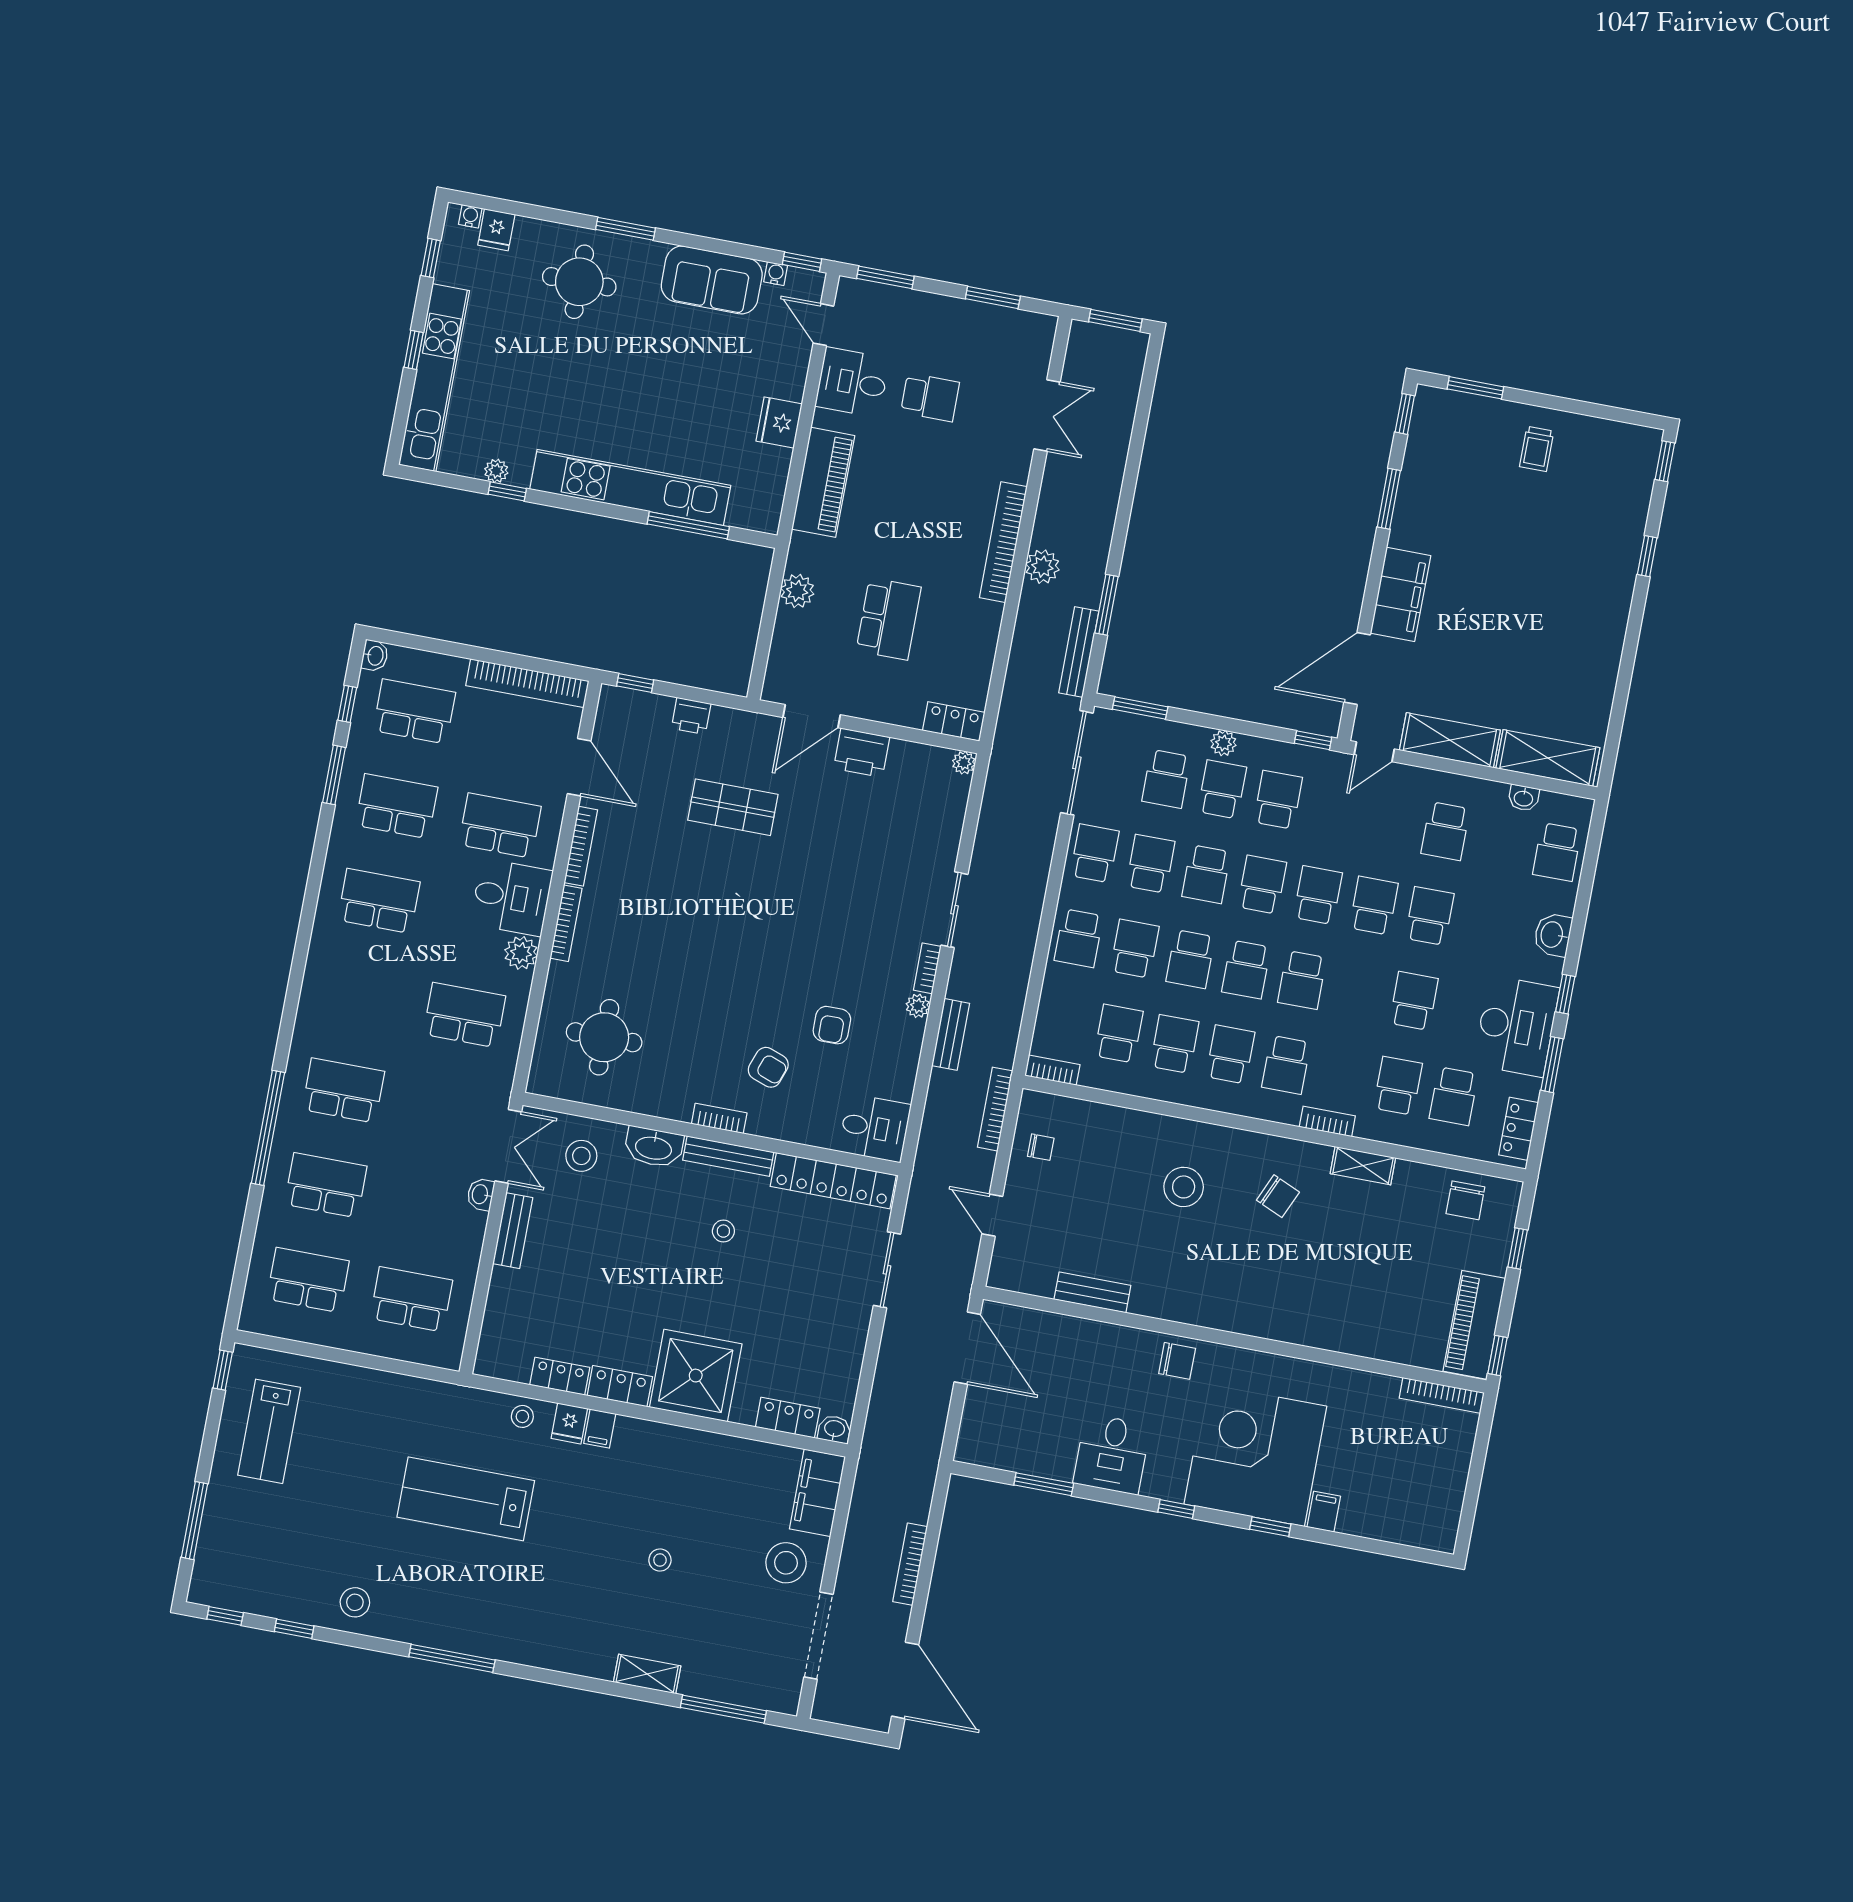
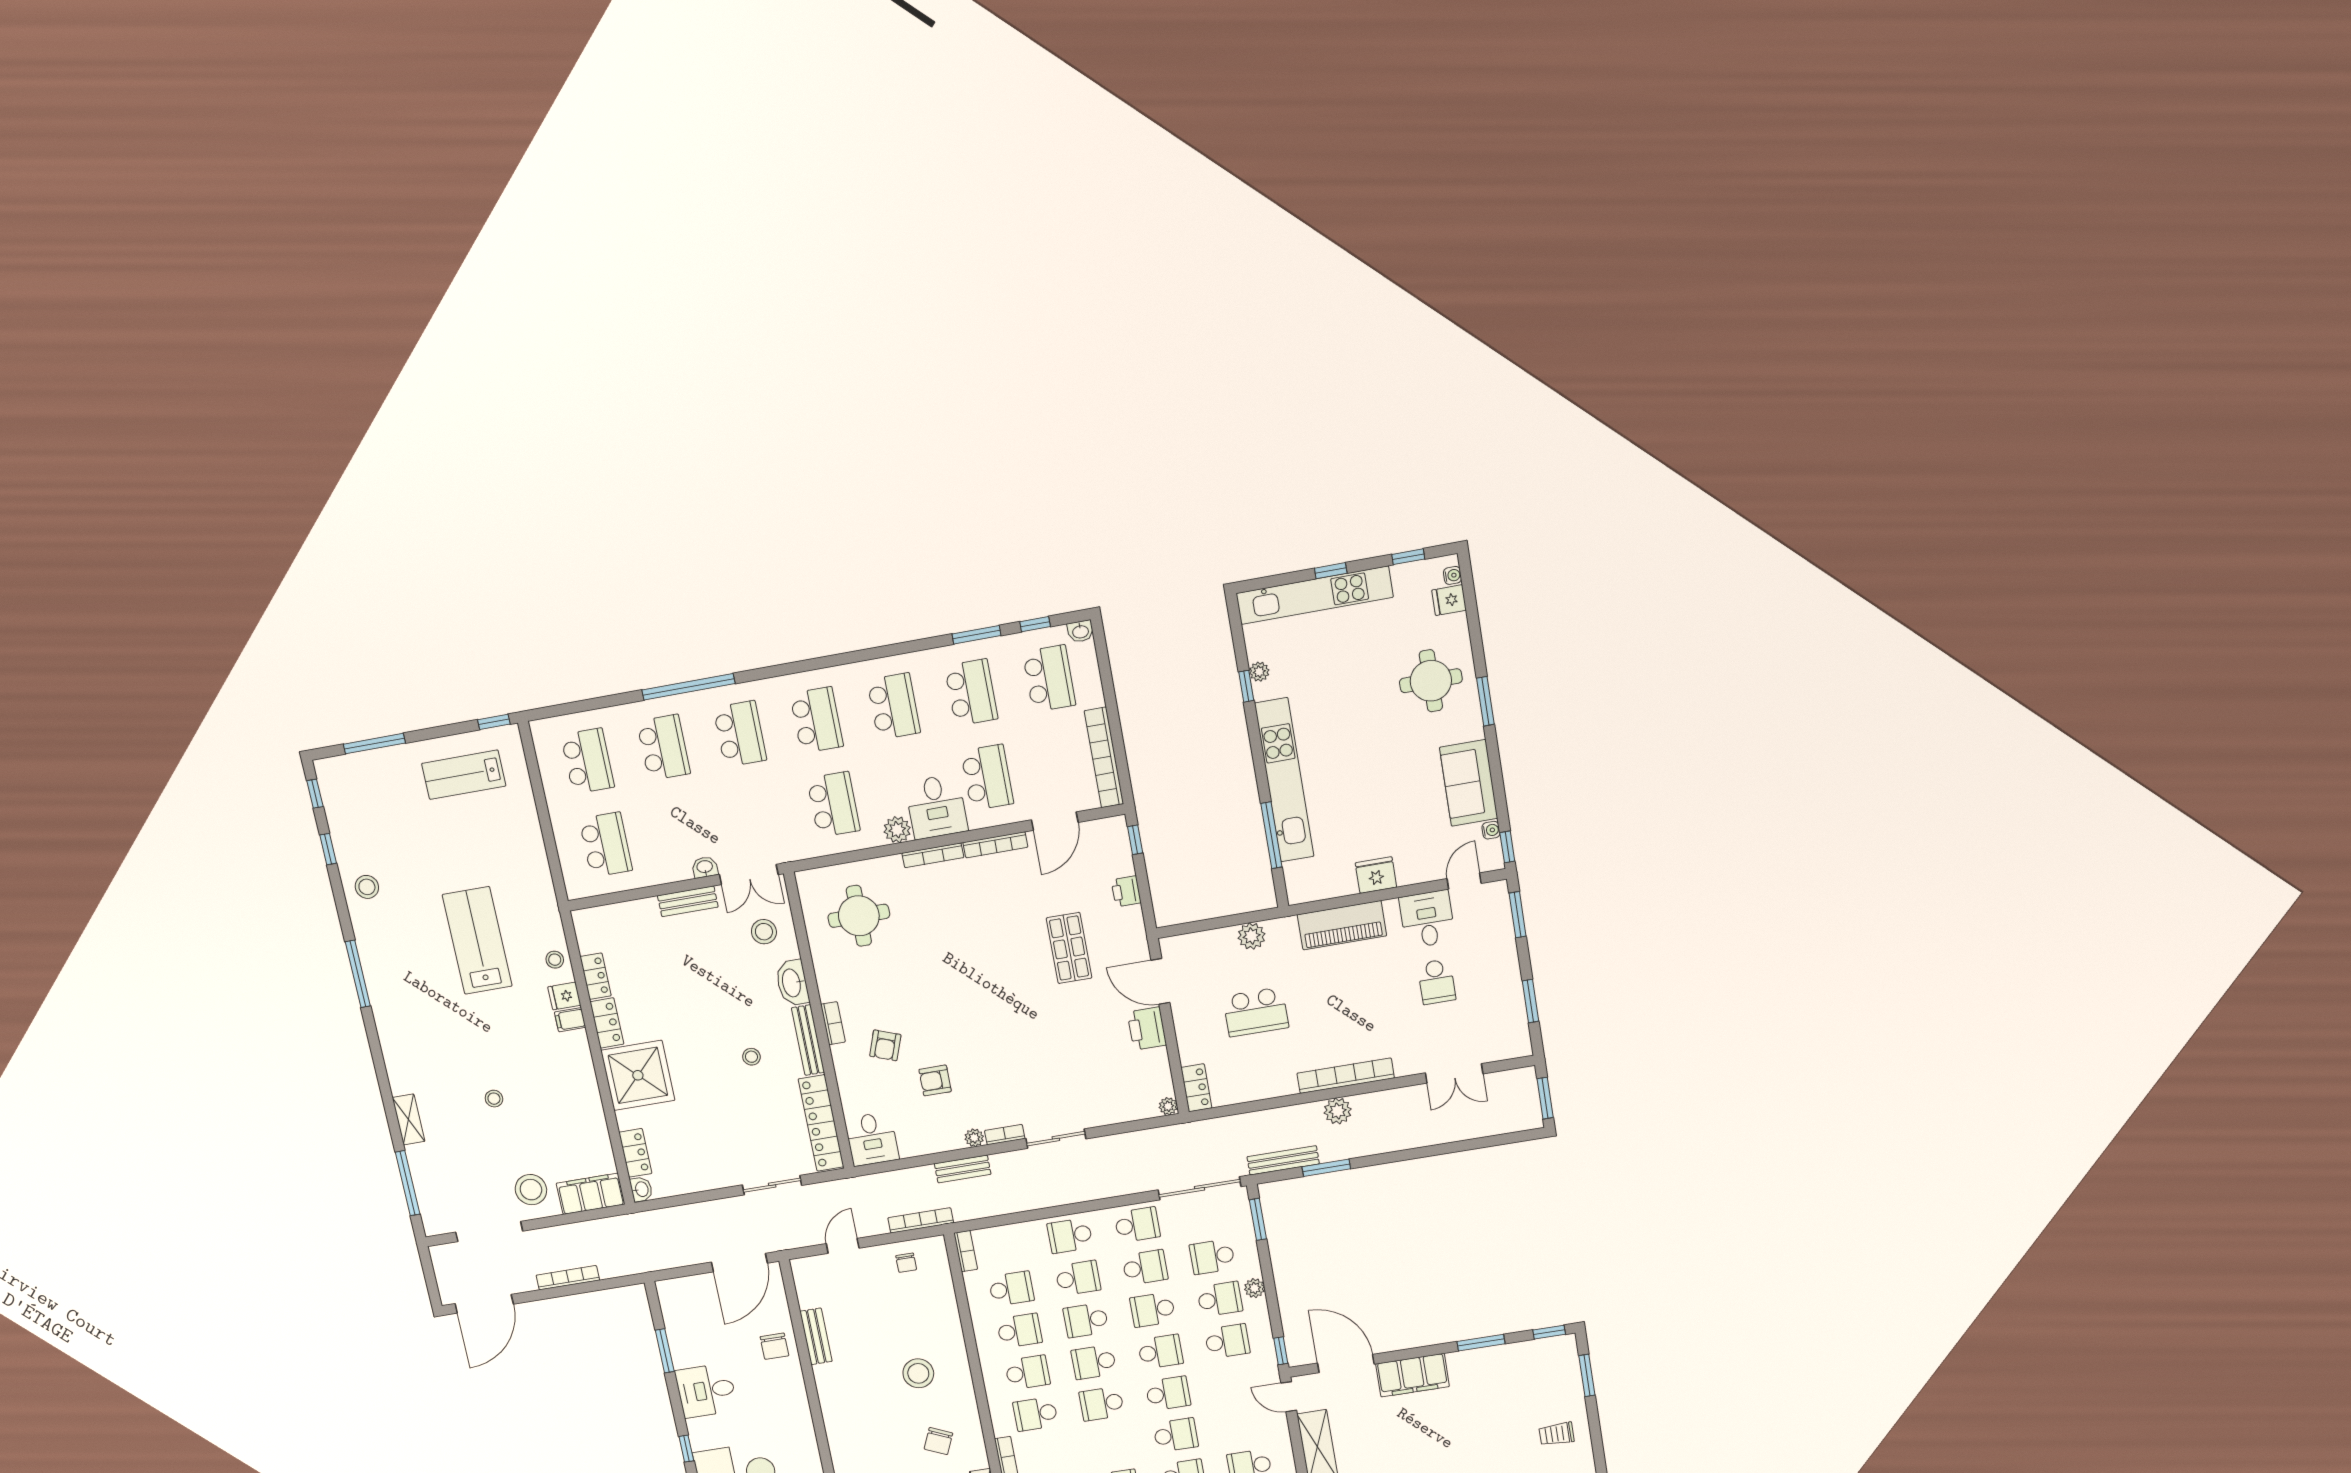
school desk: (361, 996) -> (817, 720), added
chair: (1177, 1361) -> (774, 1346), moved

